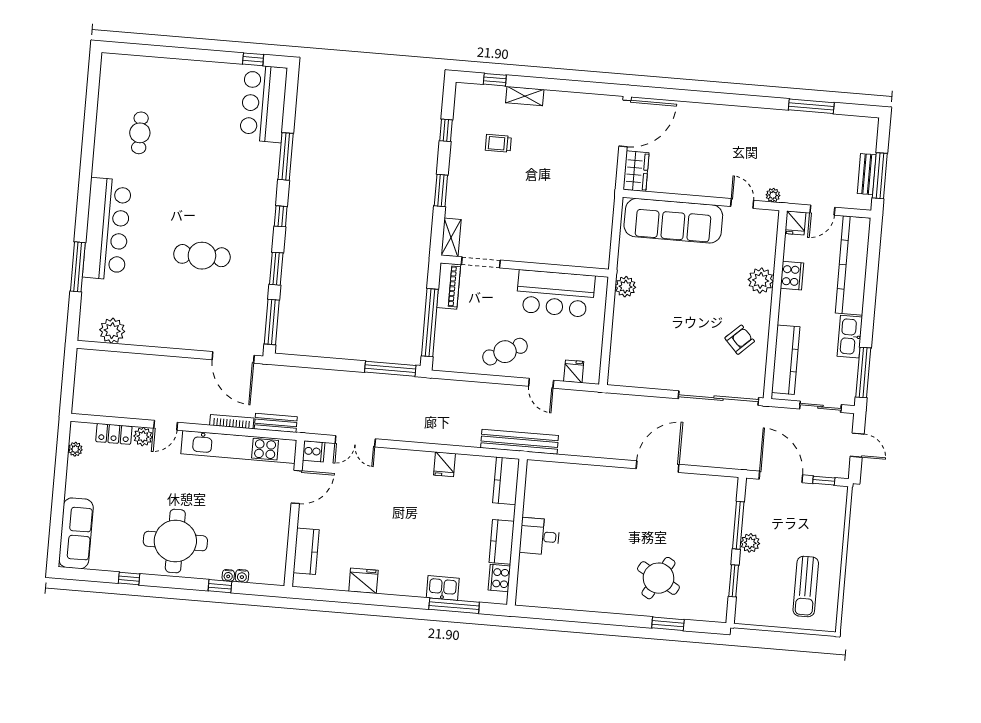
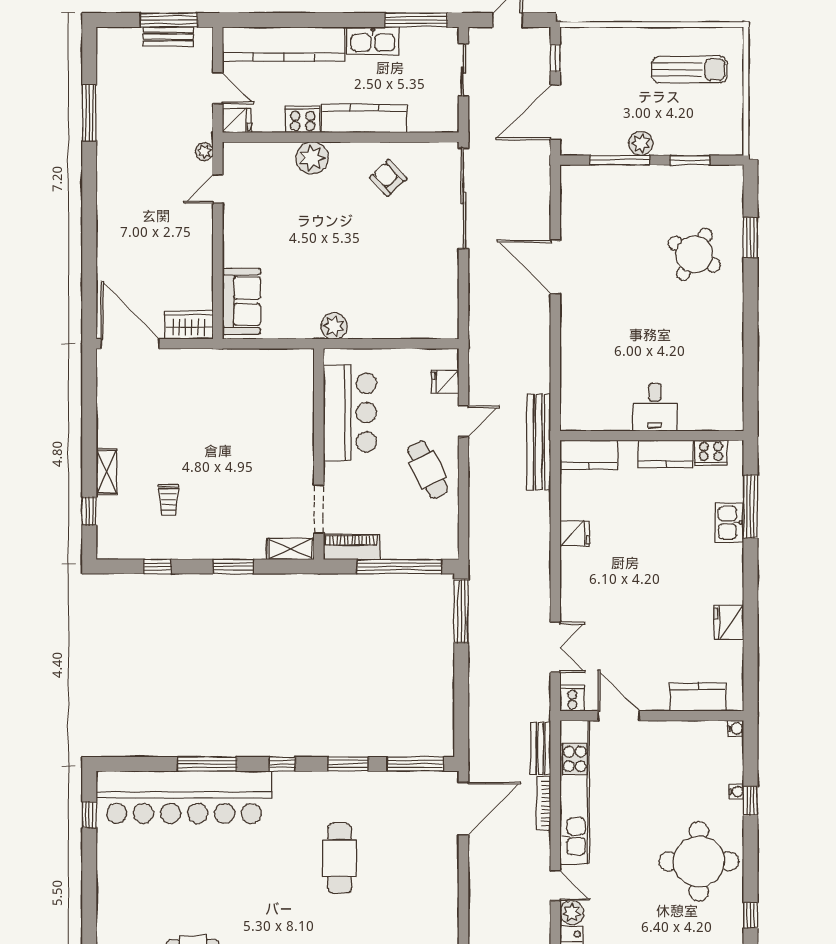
bar counter: (264, 104) -> (184, 797), width x1.86
sofa: (673, 221) -> (241, 301), width x0.54, depth x0.79
kitchen counter: (786, 360) -> (364, 118), moved
water cooler: (242, 576) -> (736, 728), moved

